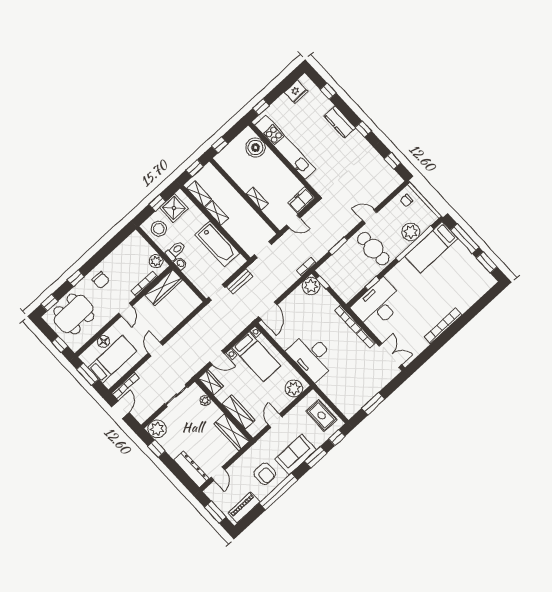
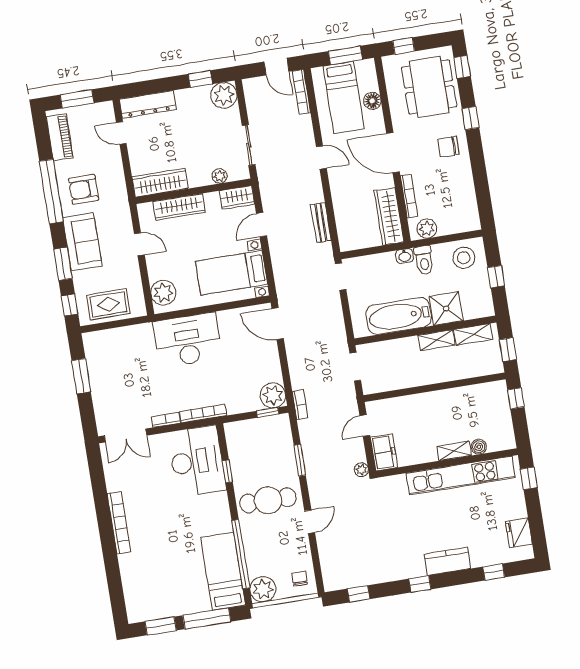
boiler: (256, 148) -> (479, 447), width x0.54, depth x0.54
shelving: (257, 199) -> (454, 451), moved
plant: (320, 207) -> (361, 470), added
shower: (174, 208) -> (446, 308), moved
plant: (411, 232) -> (263, 589), moved
bench: (240, 281) -> (321, 223), moved
door: (125, 310) -> (393, 153), width x1.87

